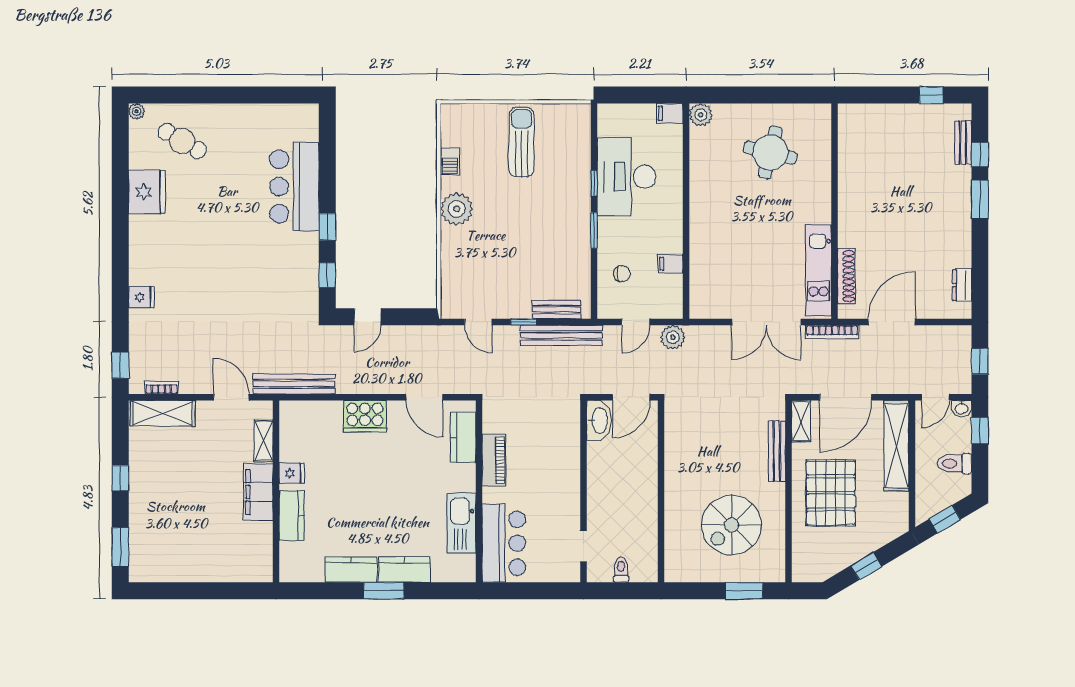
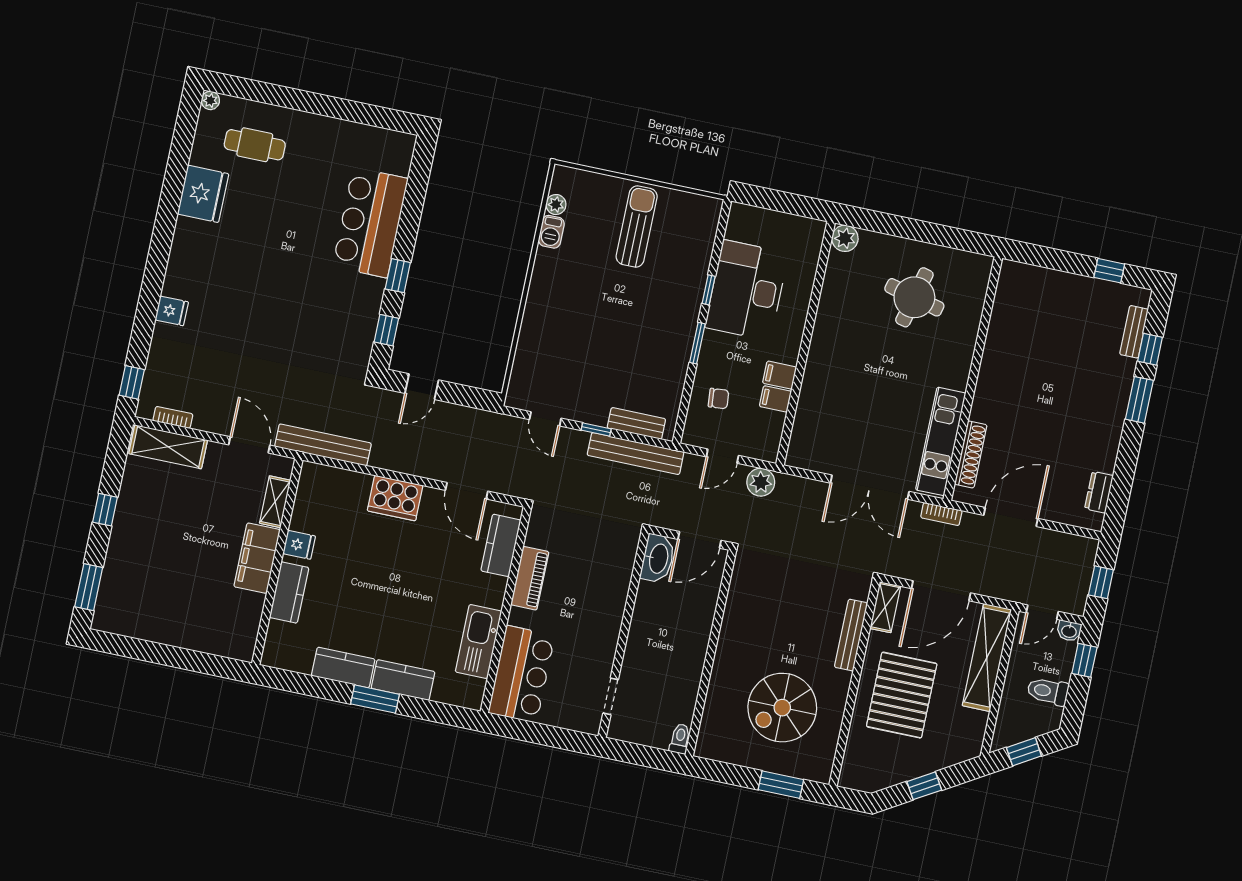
filing cabinet: (670, 113) -> (780, 375), moved
cafe table: (182, 141) -> (255, 145), turned -30
plant: (457, 209) -> (556, 205), moved, width x0.53, depth x0.53
bookcase: (832, 332) -> (941, 514), width x0.64
toilet: (621, 570) -> (680, 739), moved

